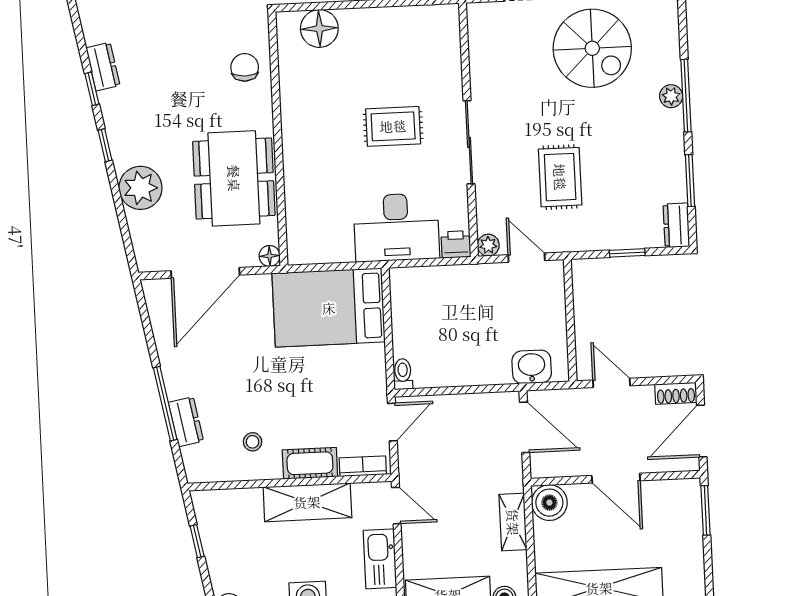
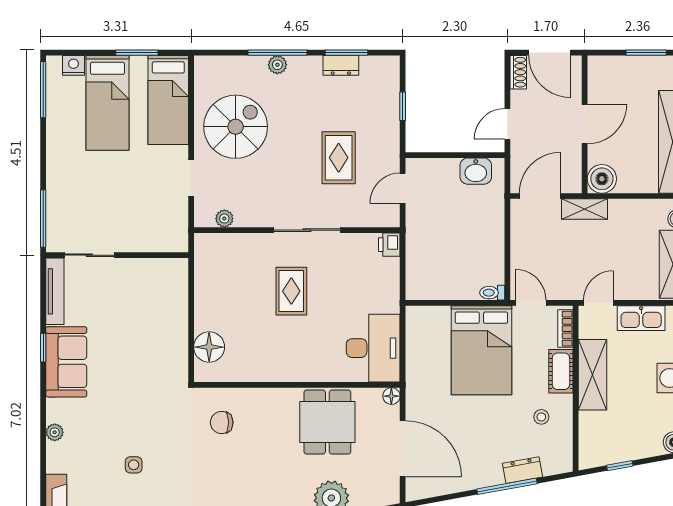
chair: (245, 67) -> (222, 422), moved
rug: (560, 177) -> (339, 158), turned 90
dining table: (234, 178) -> (327, 422), width x0.73
dresser: (676, 225) -> (341, 65), moved
desk: (396, 227) -> (373, 348), moved
plant: (488, 245) -> (224, 219), moved
bed: (329, 308) -> (481, 350), moved
washbasin: (532, 367) -> (476, 171), moved, turned -90
window: (706, 510) -> (646, 53), moved
shelving: (513, 522) -> (584, 209), moved

